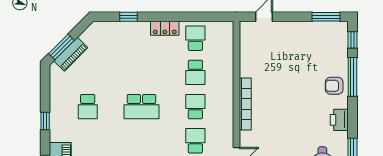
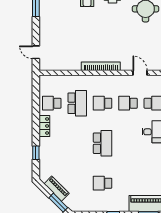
piano: (71, 54) -> (57, 189), moved
school desk: (195, 72) -> (77, 103), width x1.85
school desk: (88, 107) -> (103, 183), turned 180

